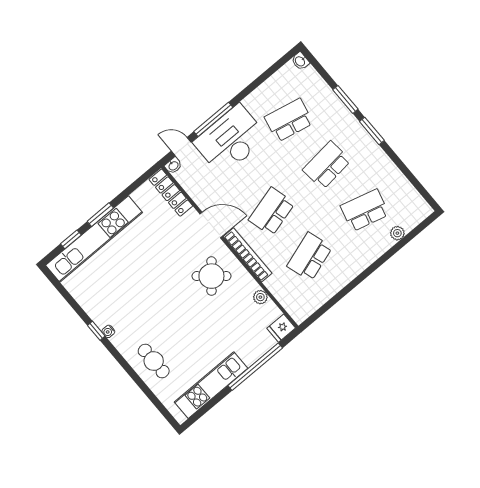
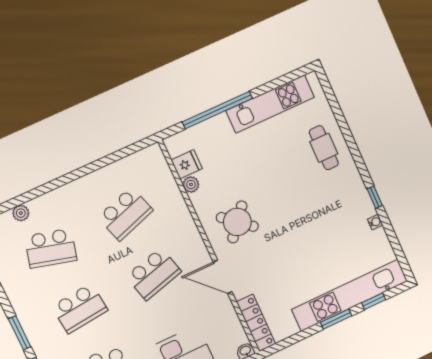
bookcase: (248, 255) -> (192, 234), removed
fridge: (281, 328) -> (187, 164), moved
water cooler: (108, 331) -> (375, 222), moved

